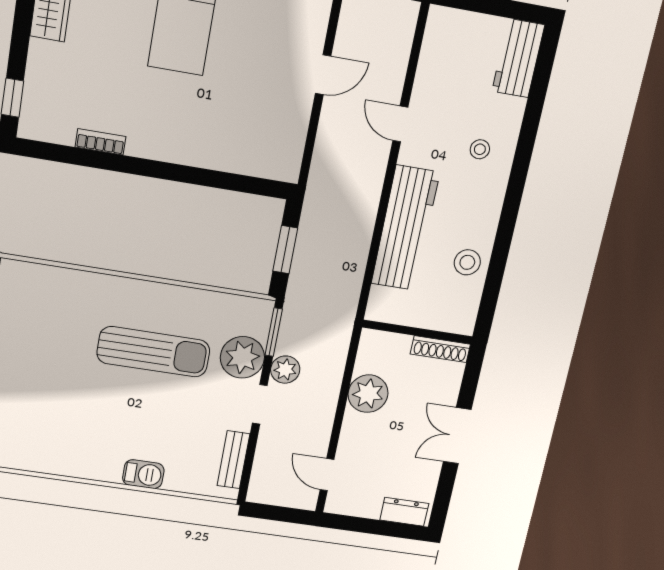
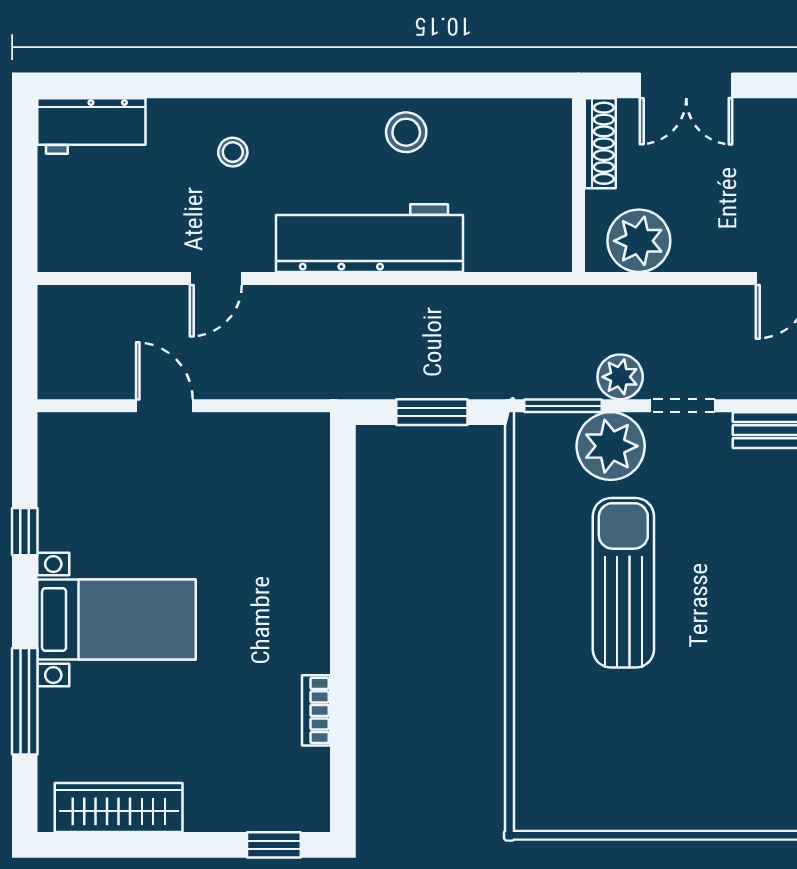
wall: (417, 332) -> (578, 185), moved
shoe rack: (440, 349) -> (600, 143), moved

